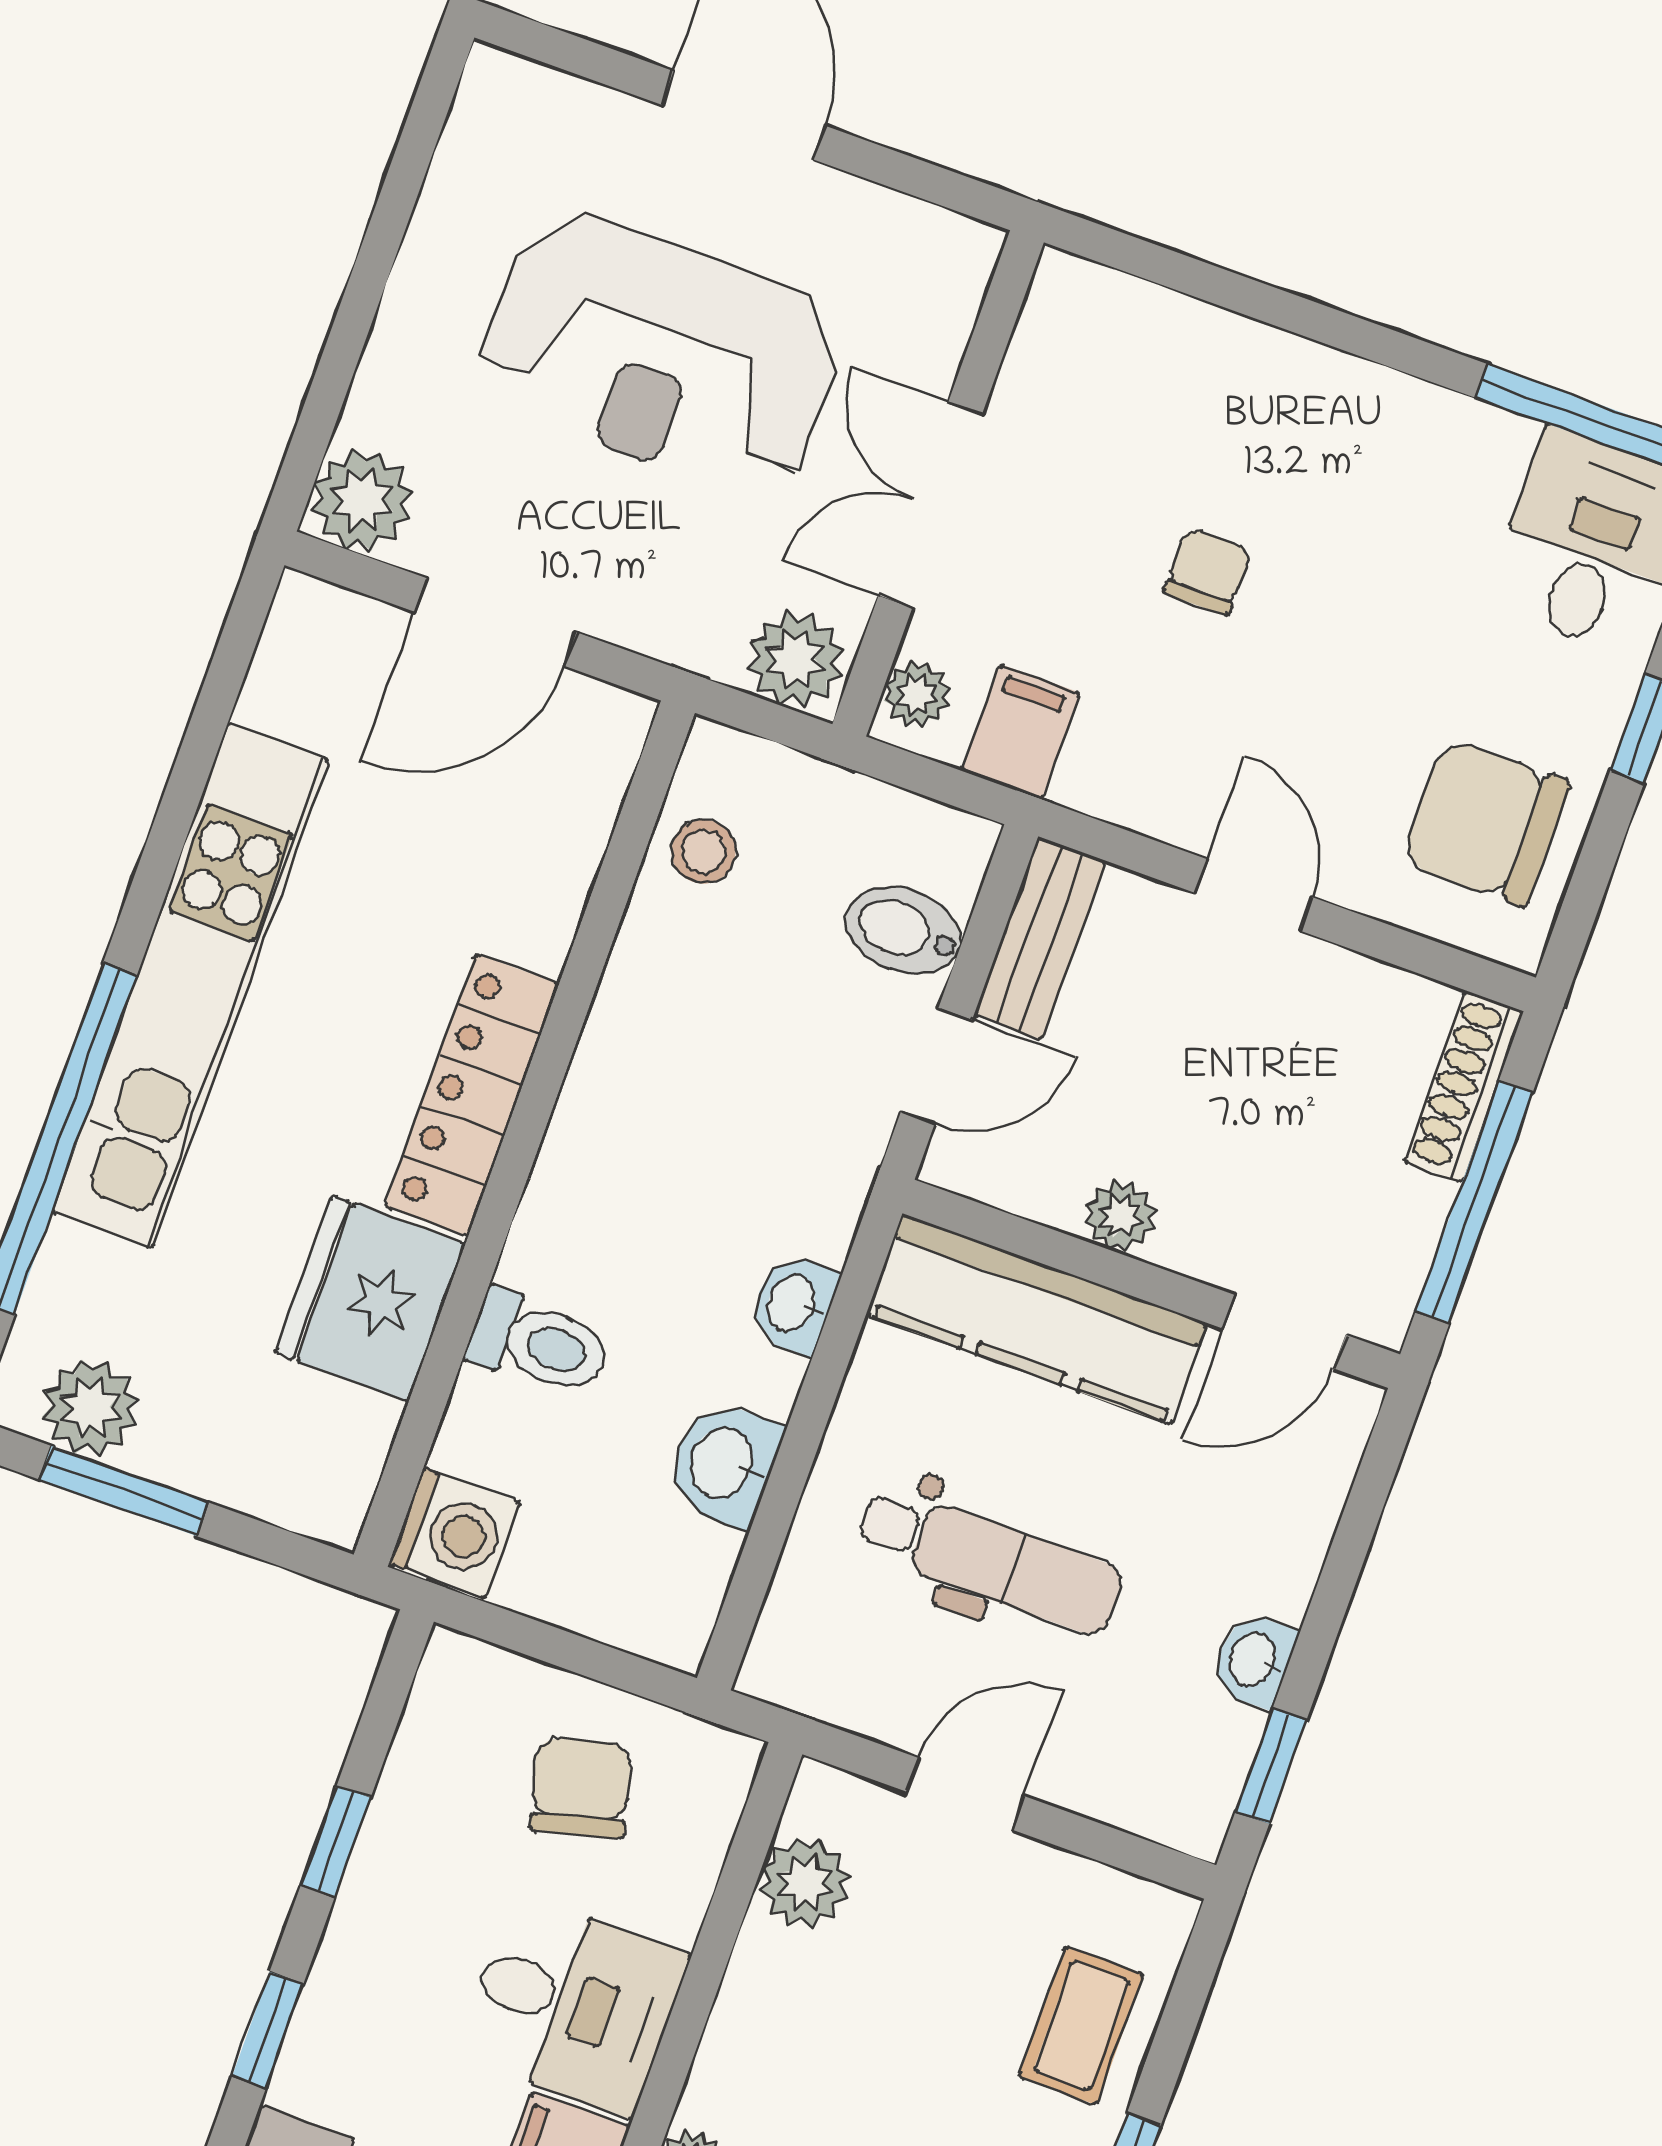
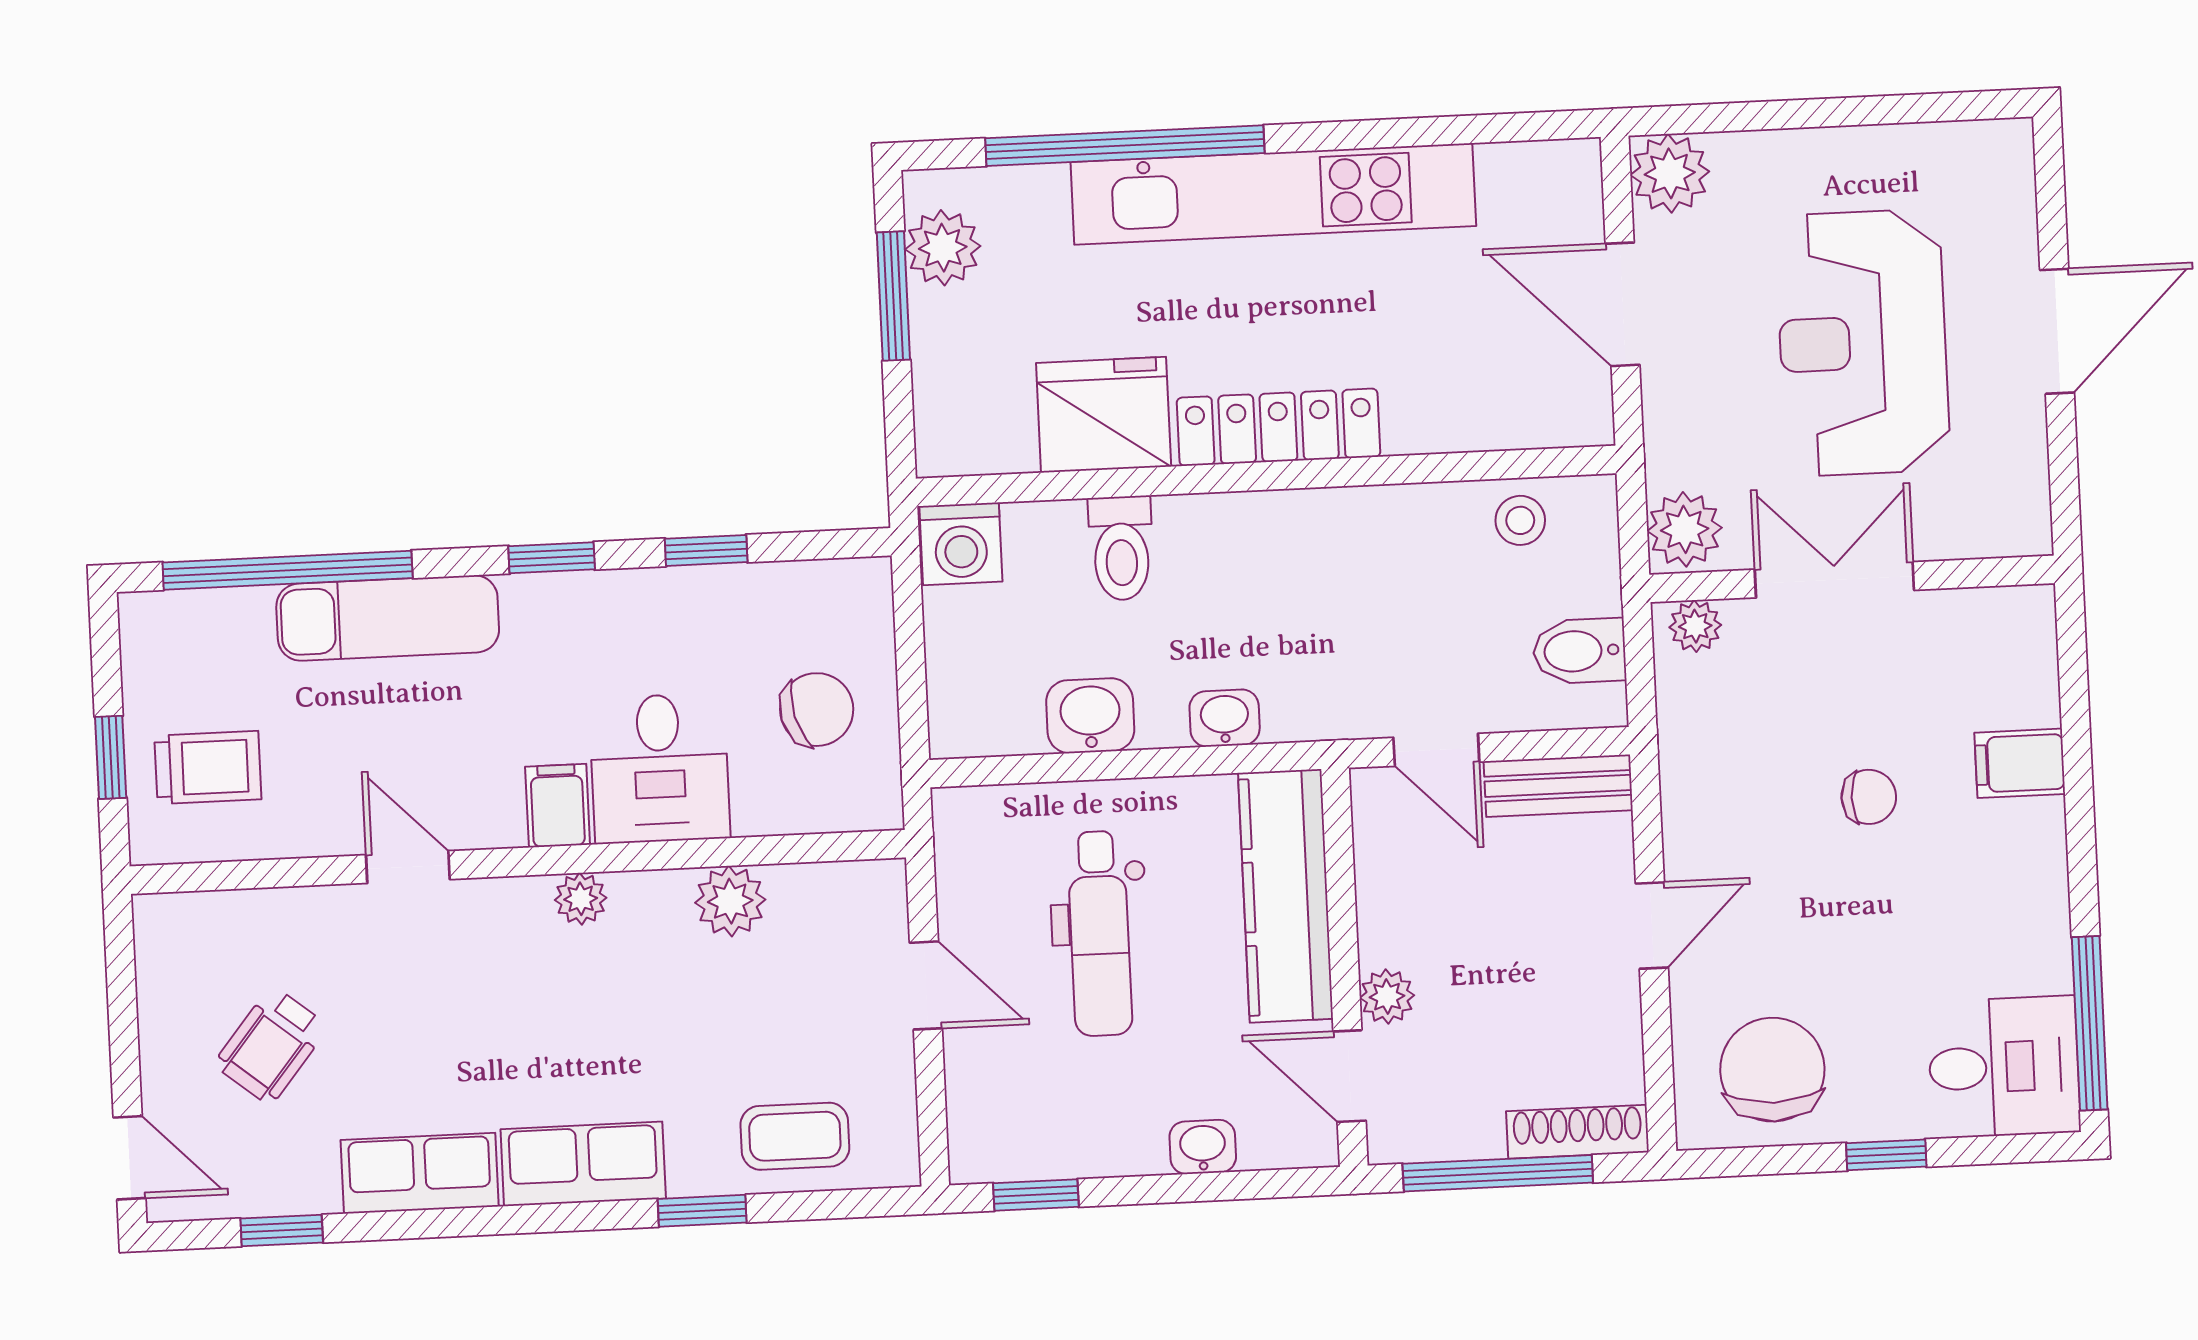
filing cabinet: (1021, 732) -> (2020, 763), moved, turned 180
bidet: (903, 930) -> (1579, 651), moved, turned -90
plant: (1120, 1216) -> (1387, 997), moved
washbasin: (1254, 1660) -> (1203, 1147), moved
plant: (805, 1883) -> (730, 901), moved

